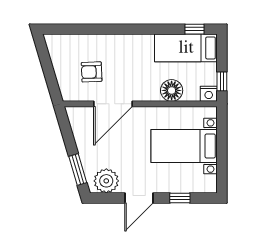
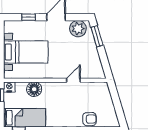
armchair: (92, 72) -> (90, 119), moved
door: (113, 104) -> (73, 80), width x0.53

